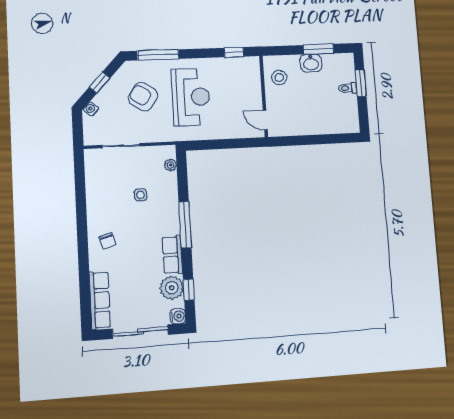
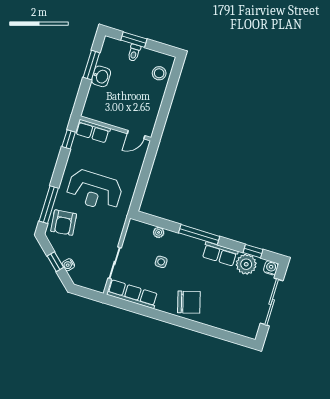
row of seats: (252, 74) -> (93, 131), added
stool: (279, 78) -> (159, 73), moved
armchair: (143, 97) -> (64, 223), moved, turned -39
reception desk: (191, 97) -> (94, 190), turned 180
water cooler: (91, 109) -> (68, 265), moved
plant: (170, 165) -> (159, 232), moved
chair: (107, 241) -> (189, 302), width x1.87, depth x1.87
row of seats: (100, 300) -> (132, 294), moved

